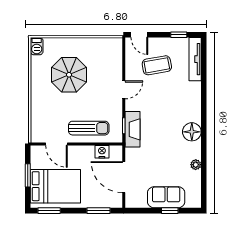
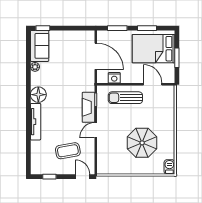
tv unit: (195, 59) -> (36, 122), moved
fireplace: (132, 129) -> (89, 107), moved
sofa: (166, 197) -> (40, 46), moved, turned -90
window: (49, 211) -> (147, 28), moved
window: (170, 211) -> (43, 28), moved

